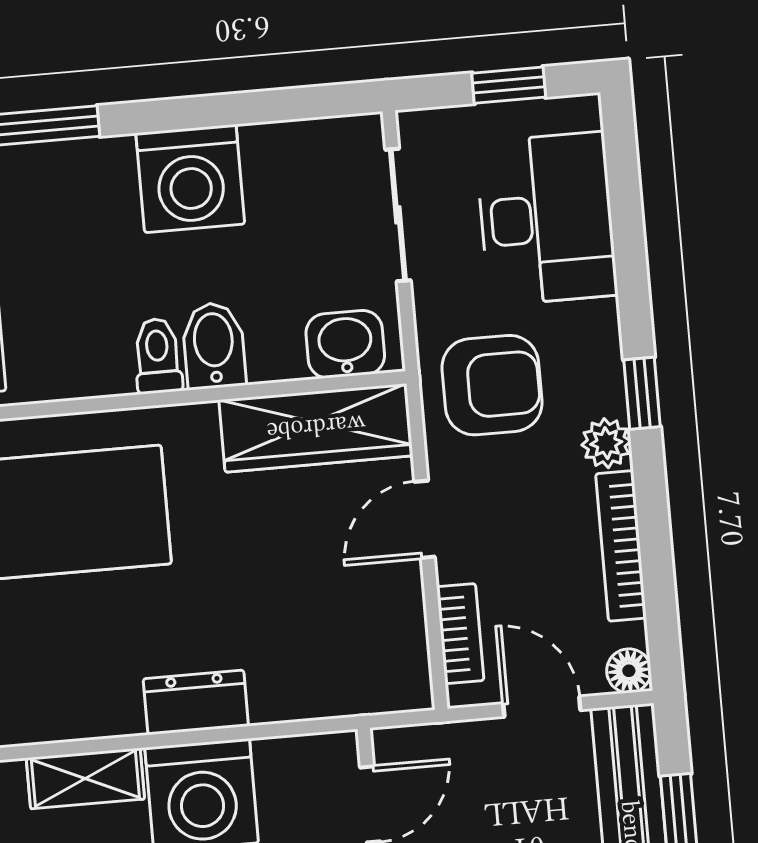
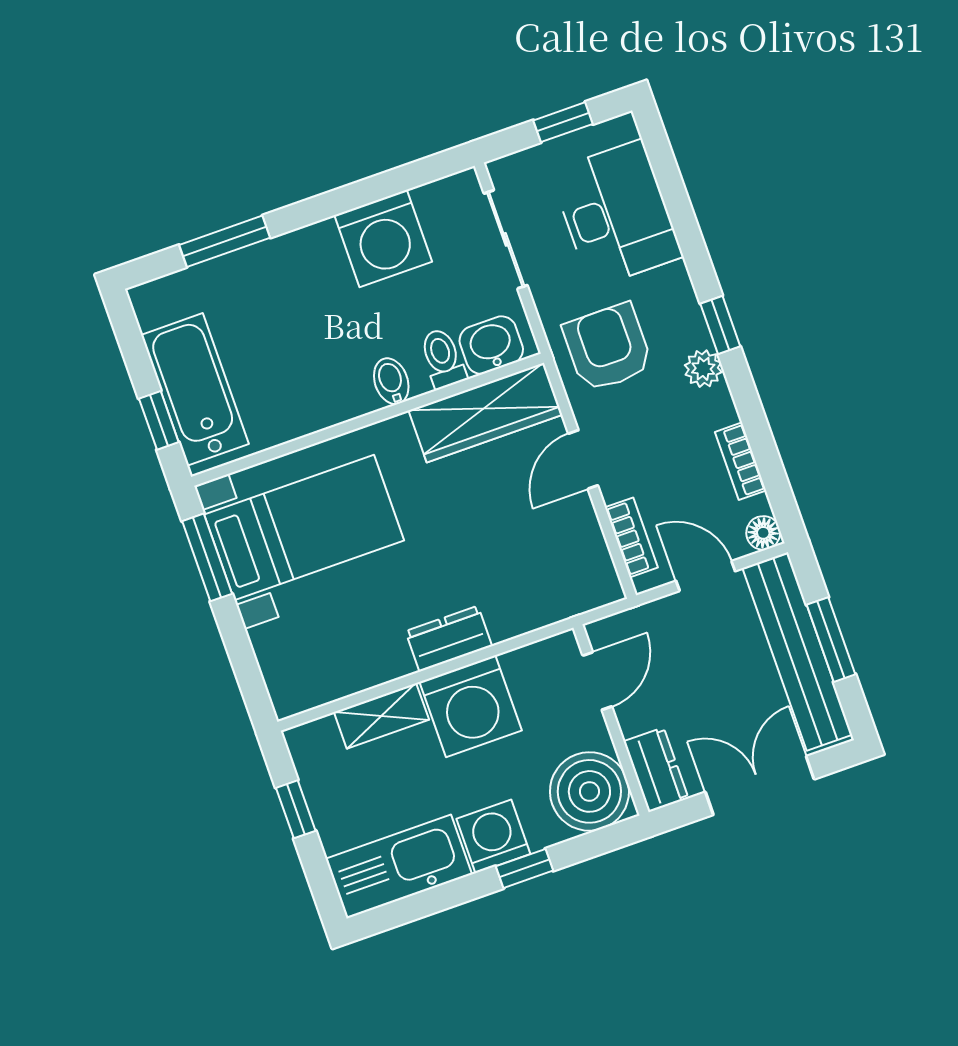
washing machine: (190, 179) -> (383, 238), moved
bidet: (214, 346) -> (391, 381), width x0.72, depth x0.74
toilet: (158, 356) -> (443, 358), moved
armchair: (492, 385) -> (608, 347), turned -90
bookcase: (621, 546) -> (741, 461), width x0.64

